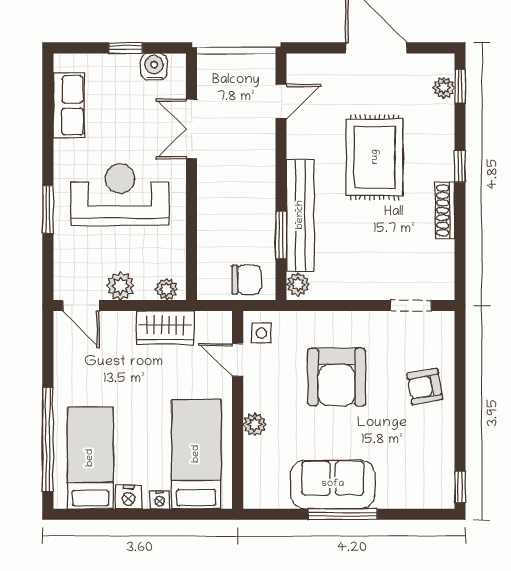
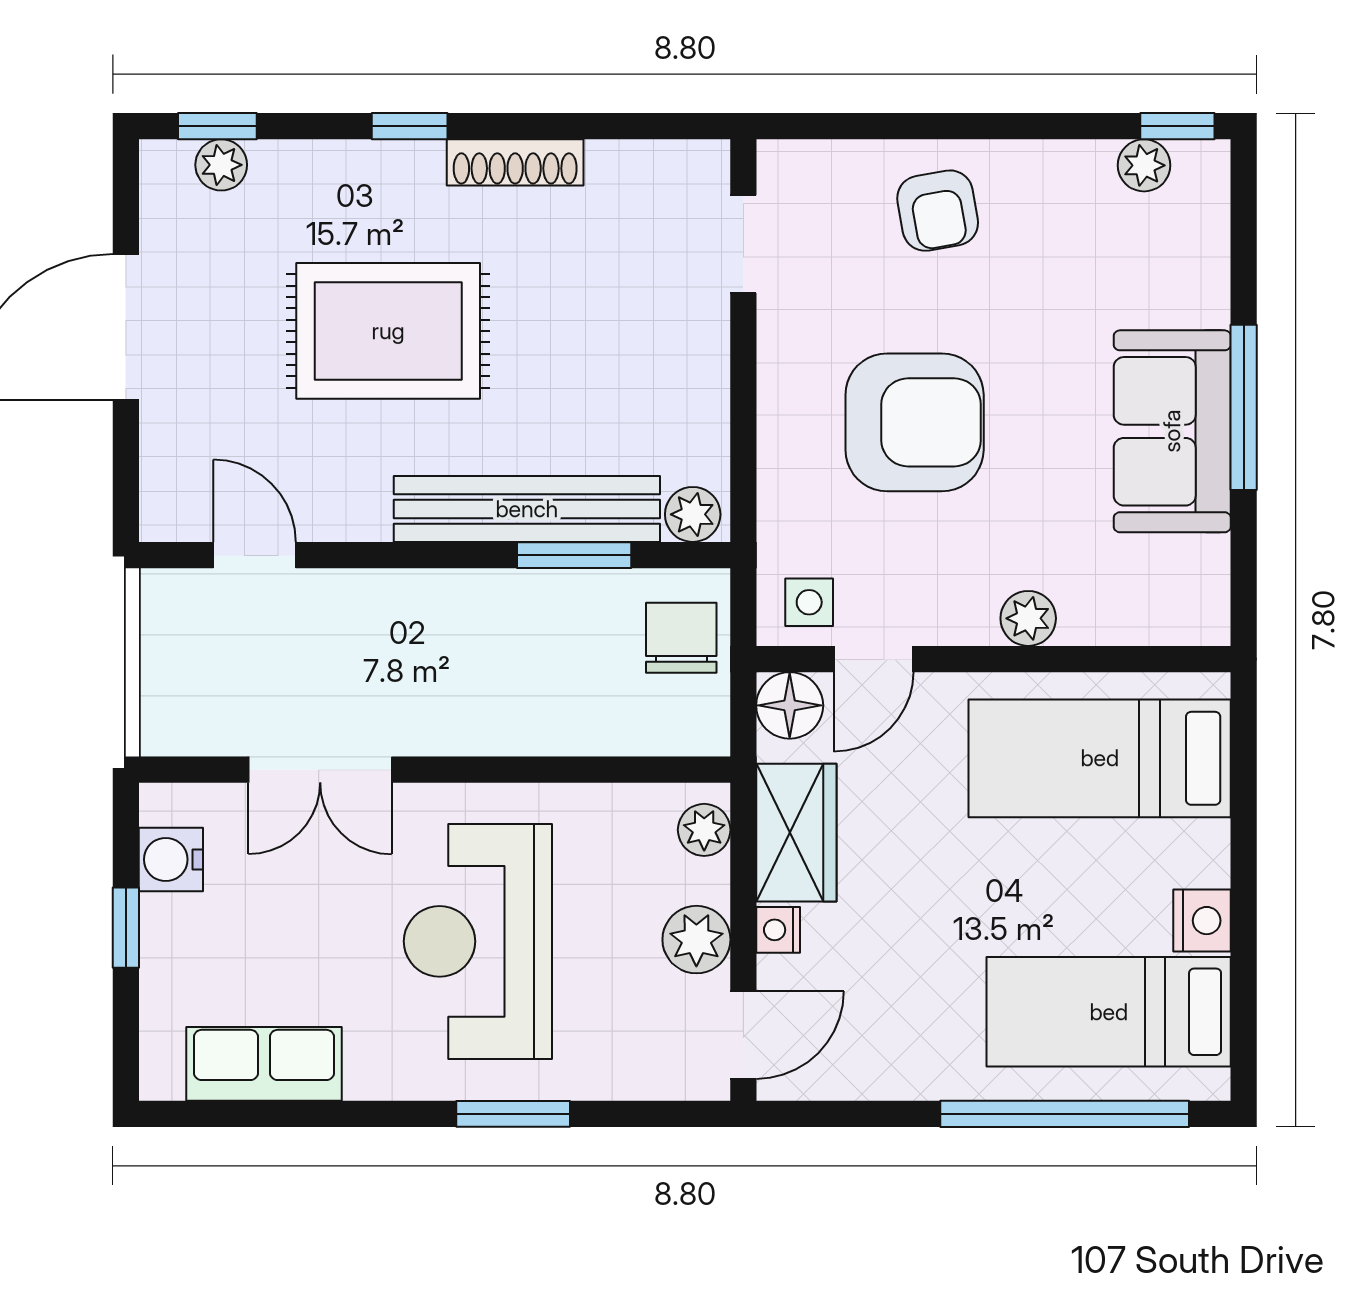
floor lamp: (218, 325) -> (790, 705), added
plant: (444, 473) -> (1144, 165), added
nightstand: (160, 500) -> (778, 930), moved, turned 180

